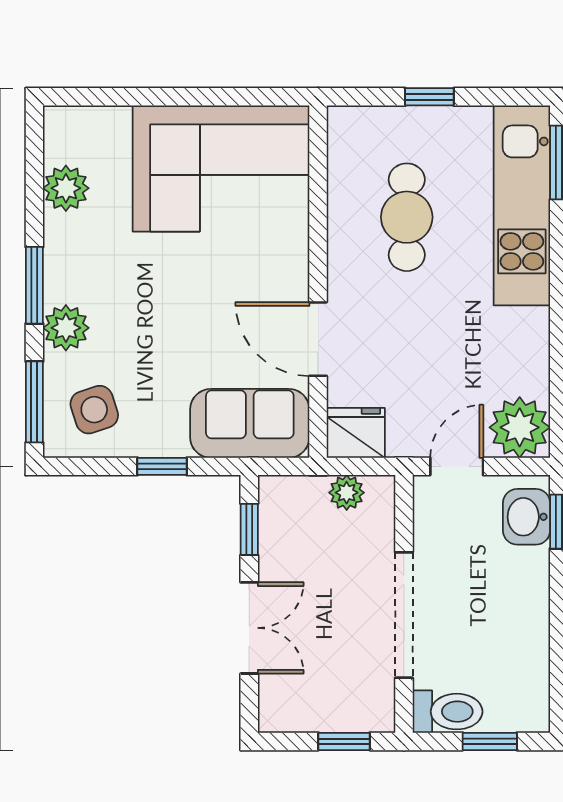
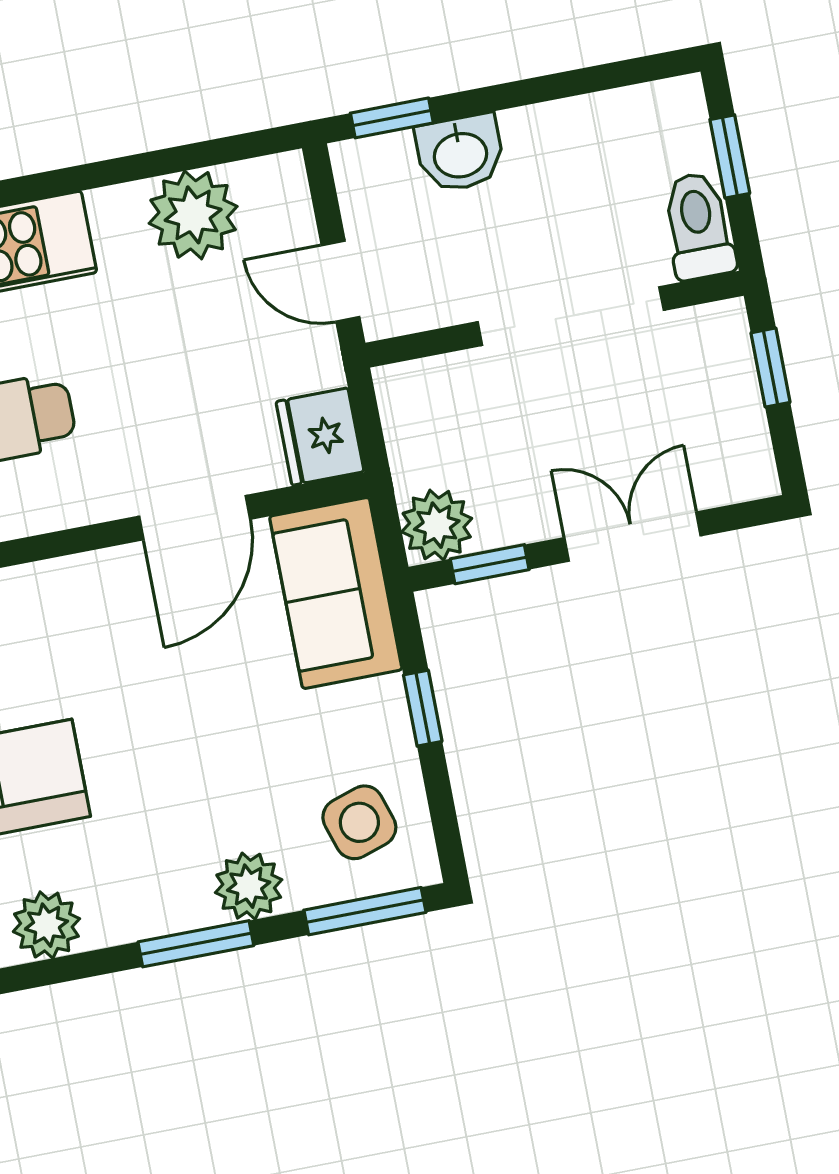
plant: (520, 427) -> (193, 215), moved
plant: (347, 493) -> (437, 525), moved, width x1.38, depth x1.38
washbasin: (527, 517) -> (460, 153), moved

